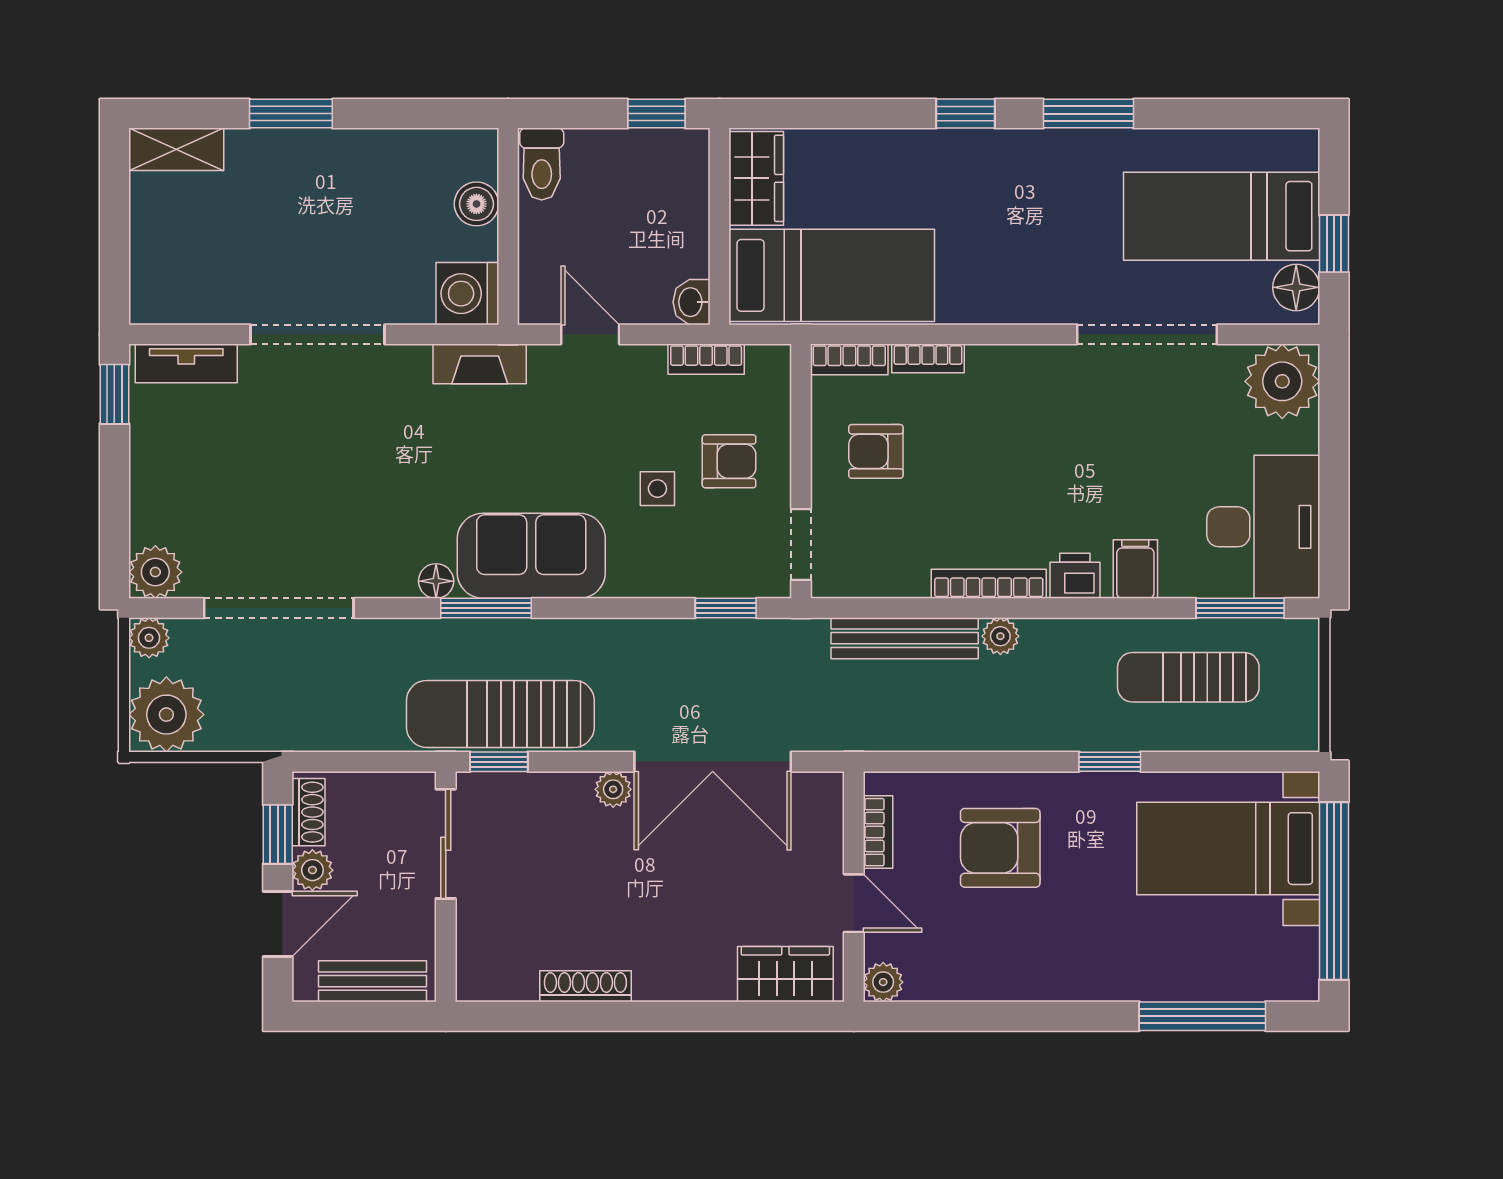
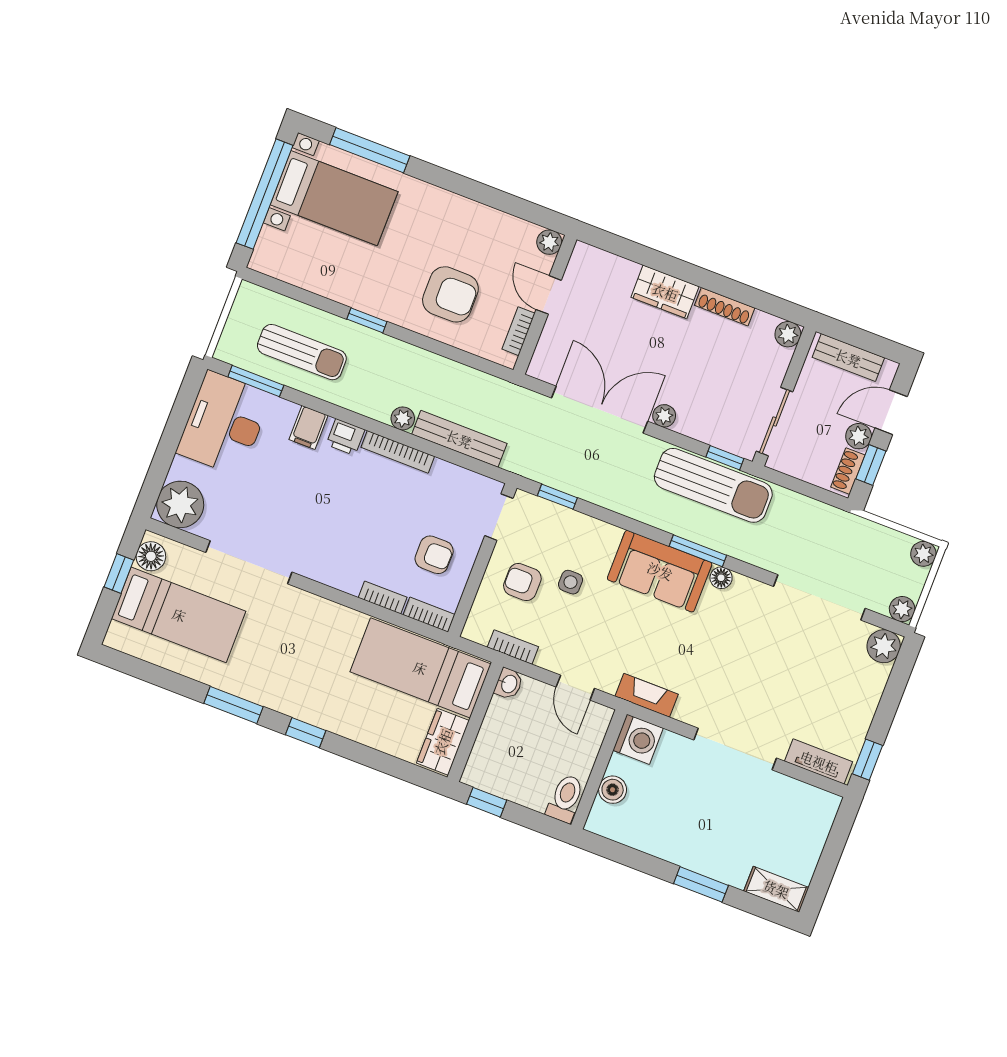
plant: (166, 715) -> (923, 554), width x0.53, depth x0.53
bed with nightstands: (1228, 849) -> (334, 198), moved
wardrobe: (785, 974) -> (665, 292), moved
plant: (476, 981) -> (788, 334), added

